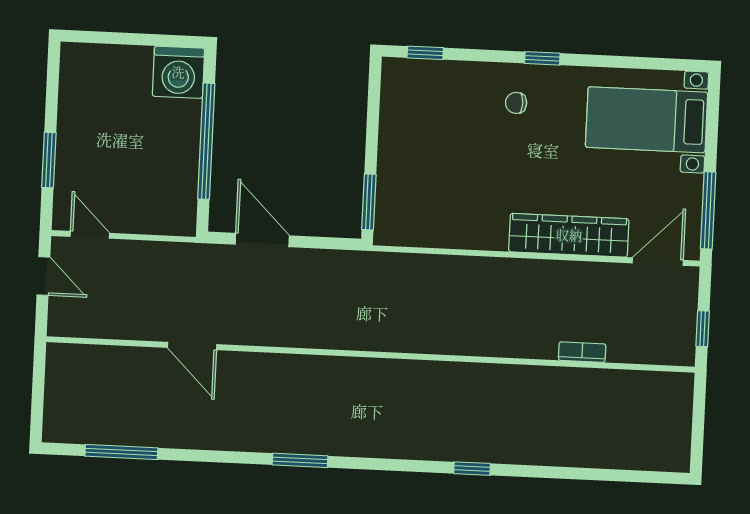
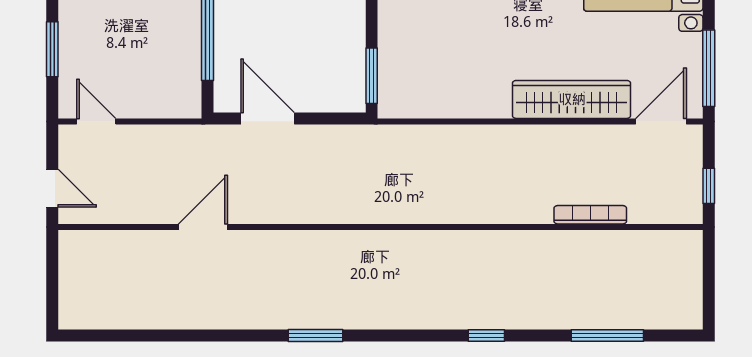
door: (43, 276) -> (52, 188), moved
door: (192, 346) -> (203, 227), swing flipped
bookcase: (582, 352) -> (590, 215), width x1.56
window: (121, 452) -> (607, 335), moved

